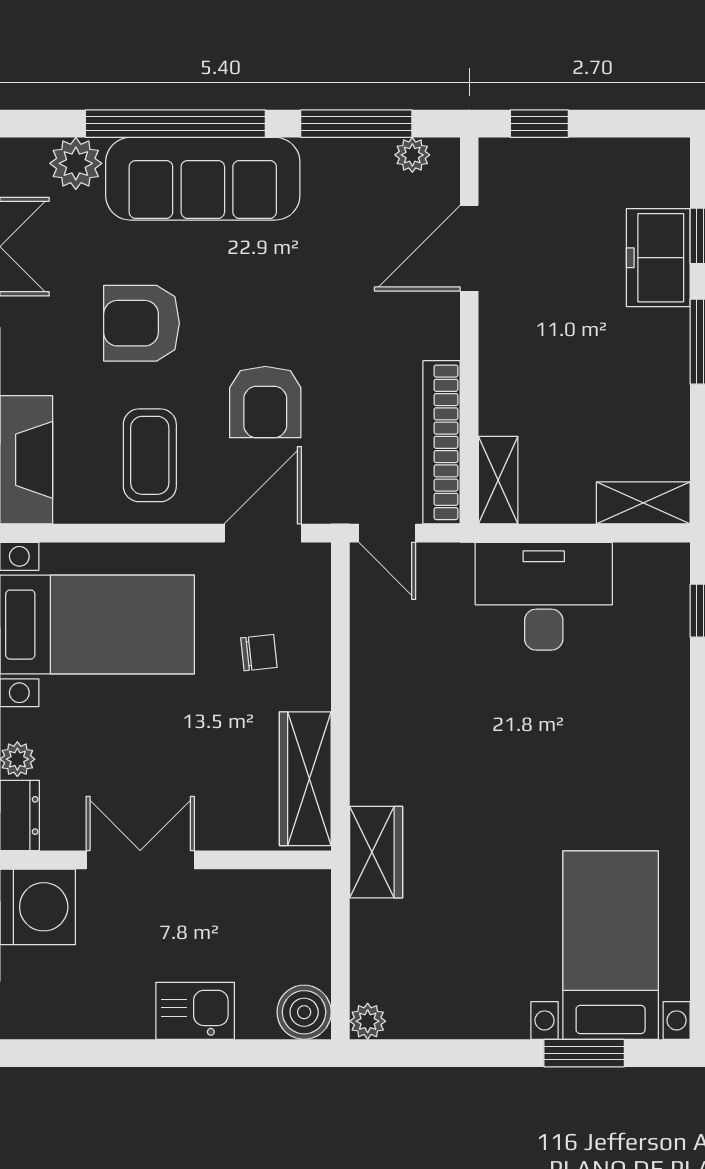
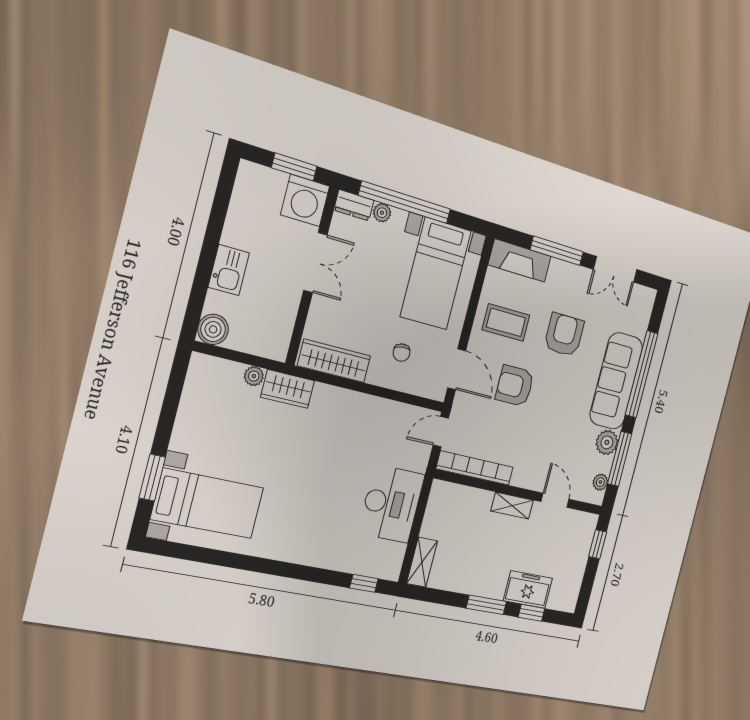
plant: (76, 163) -> (607, 442), moved
door: (469, 248) -> (555, 500), width x0.73
shelving: (498, 480) -> (512, 506), moved
plant: (368, 1021) -> (254, 376), moved

